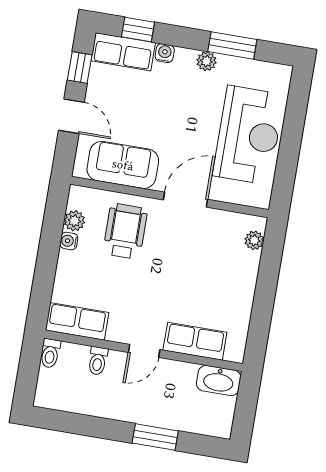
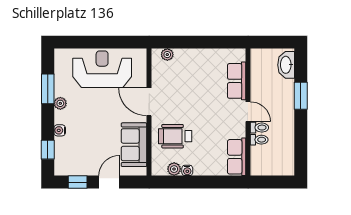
row of seats: (123, 52) -> (63, 157), removed
toilet: (50, 353) -> (259, 128), moved
washbasin: (219, 381) -> (286, 65), moved, turned 180

